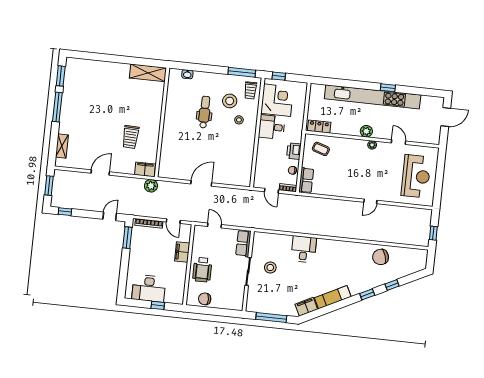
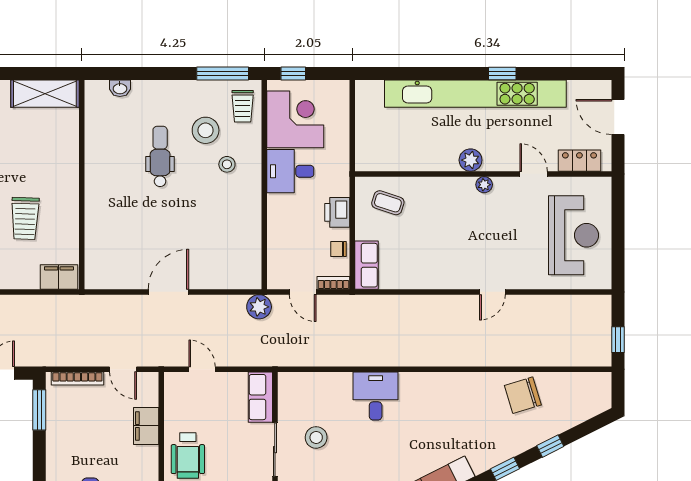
door: (446, 117) -> (618, 117), swing flipped
locker: (319, 127) -> (579, 161), moved
plant: (151, 186) -> (259, 307), moved

